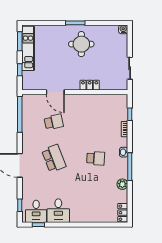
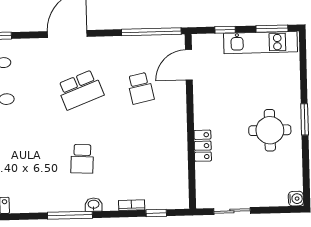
door: (55, 92) -> (189, 65), moved
plant: (122, 184) -> (41, 204), removed

